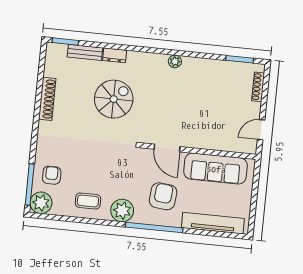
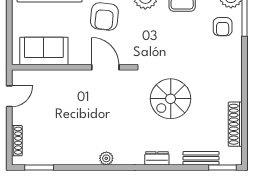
dresser: (115, 55) -> (157, 158), moved
shoe rack: (47, 99) -> (235, 124), moved
spiral stairs: (114, 99) -> (171, 99), moved
sofa: (216, 169) -> (44, 51), width x0.73

